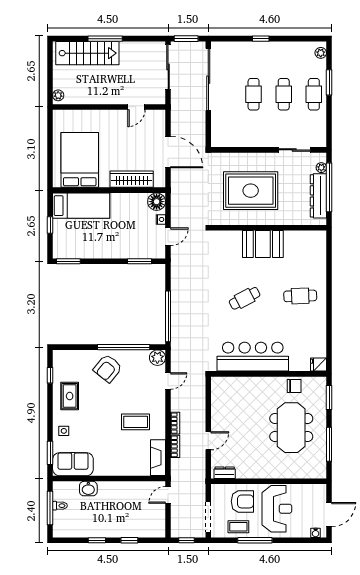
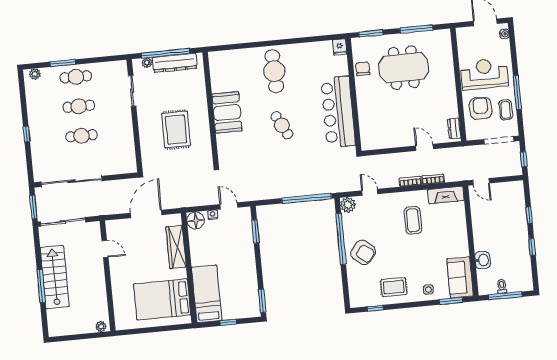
stairs: (87, 53) -> (55, 277), moved
rug: (251, 191) -> (176, 130), width x0.73, depth x0.69
cafe table: (300, 296) -> (274, 71), width x1.37, depth x1.35

